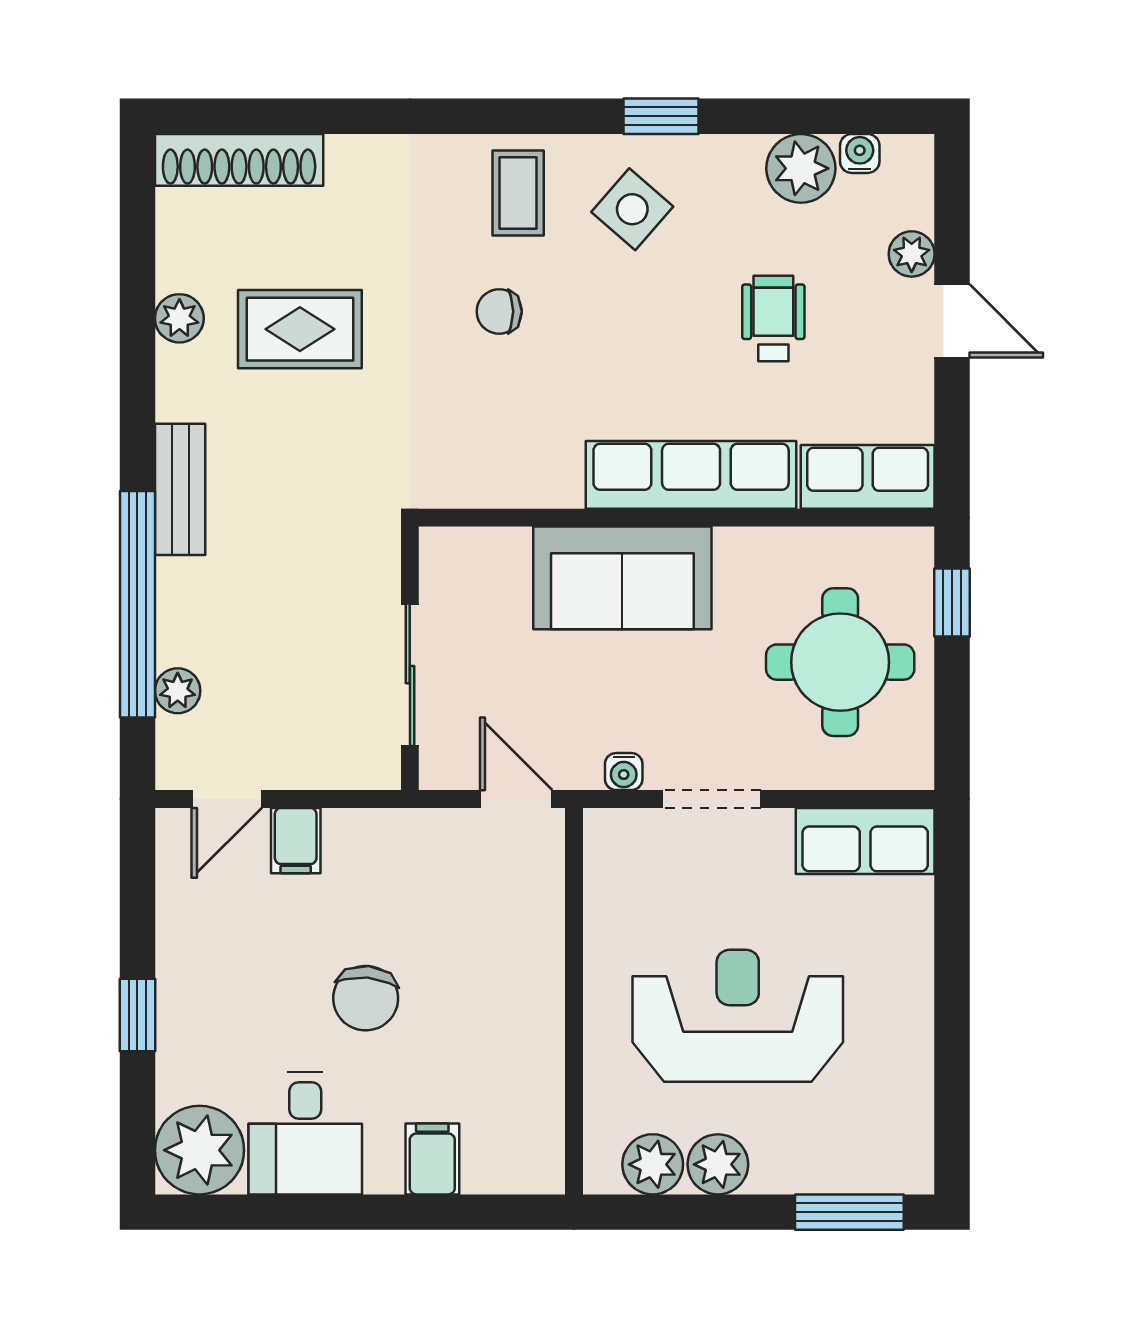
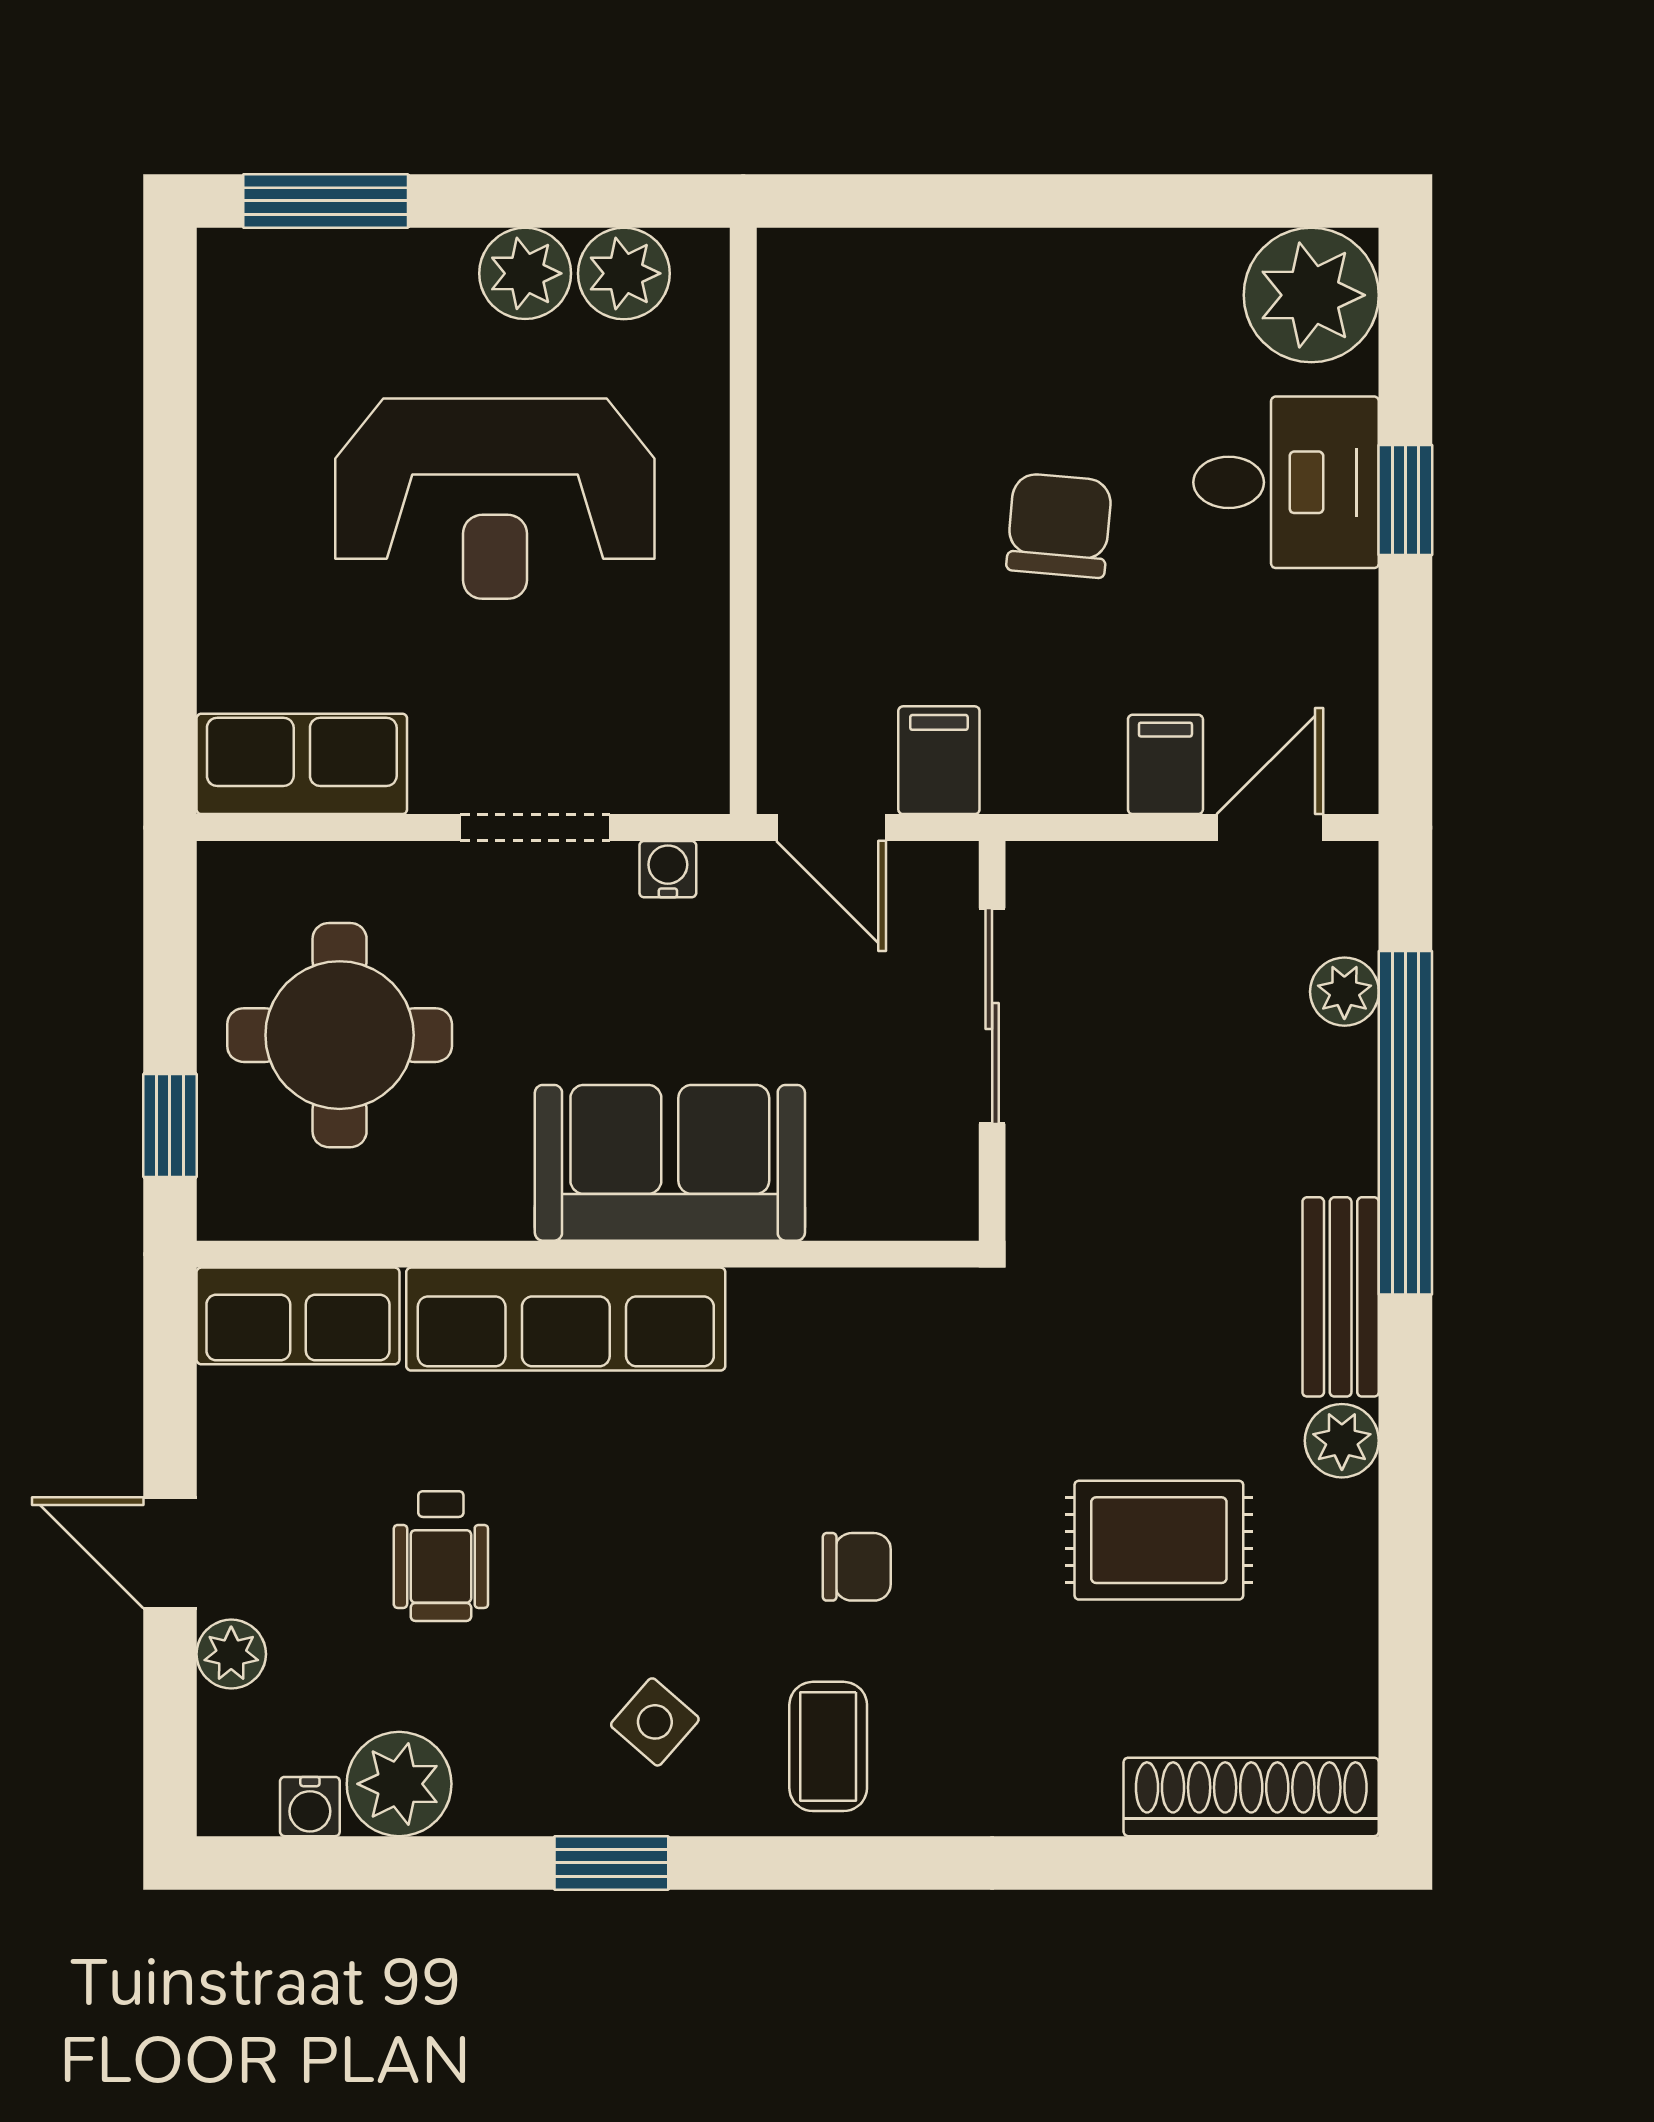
side table: (632, 209) -> (655, 1722), width x0.73, depth x0.73
plant: (179, 318) -> (1342, 1441), moved
desk: (305, 1133) -> (1286, 482), moved, turned 90
filing cabinet: (432, 1159) -> (939, 760), moved, turned 180

